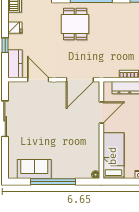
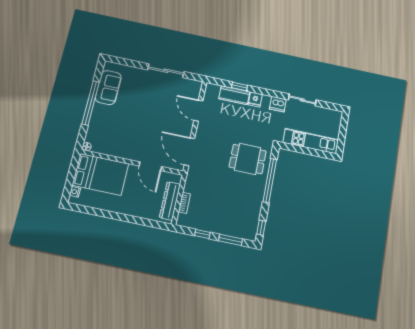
kitchen counter: (15, 64) -> (234, 95), moved
door: (38, 80) -> (198, 111), swing flipped
bed: (113, 156) -> (101, 174), width x1.50

